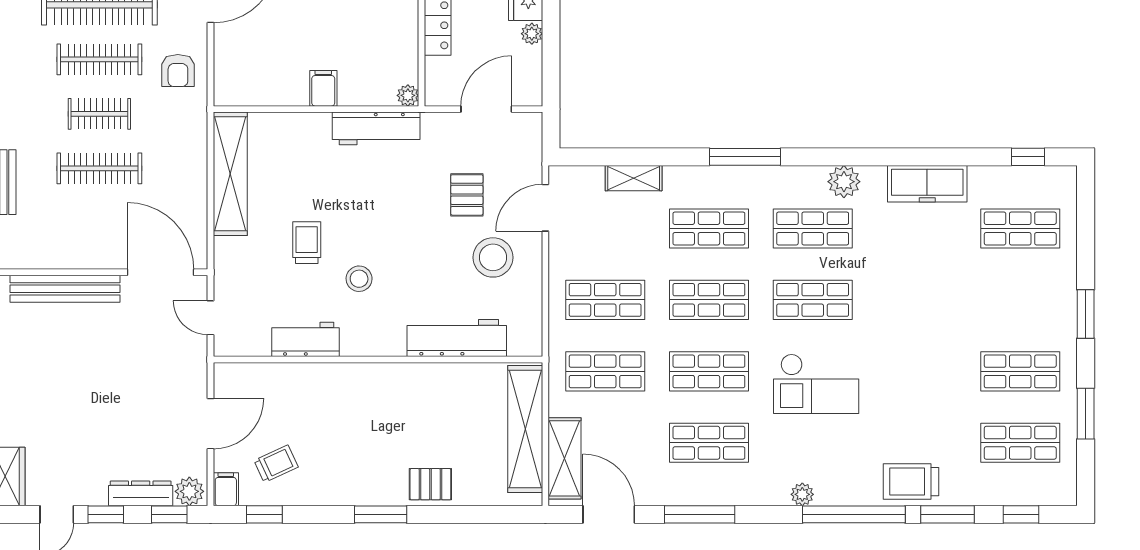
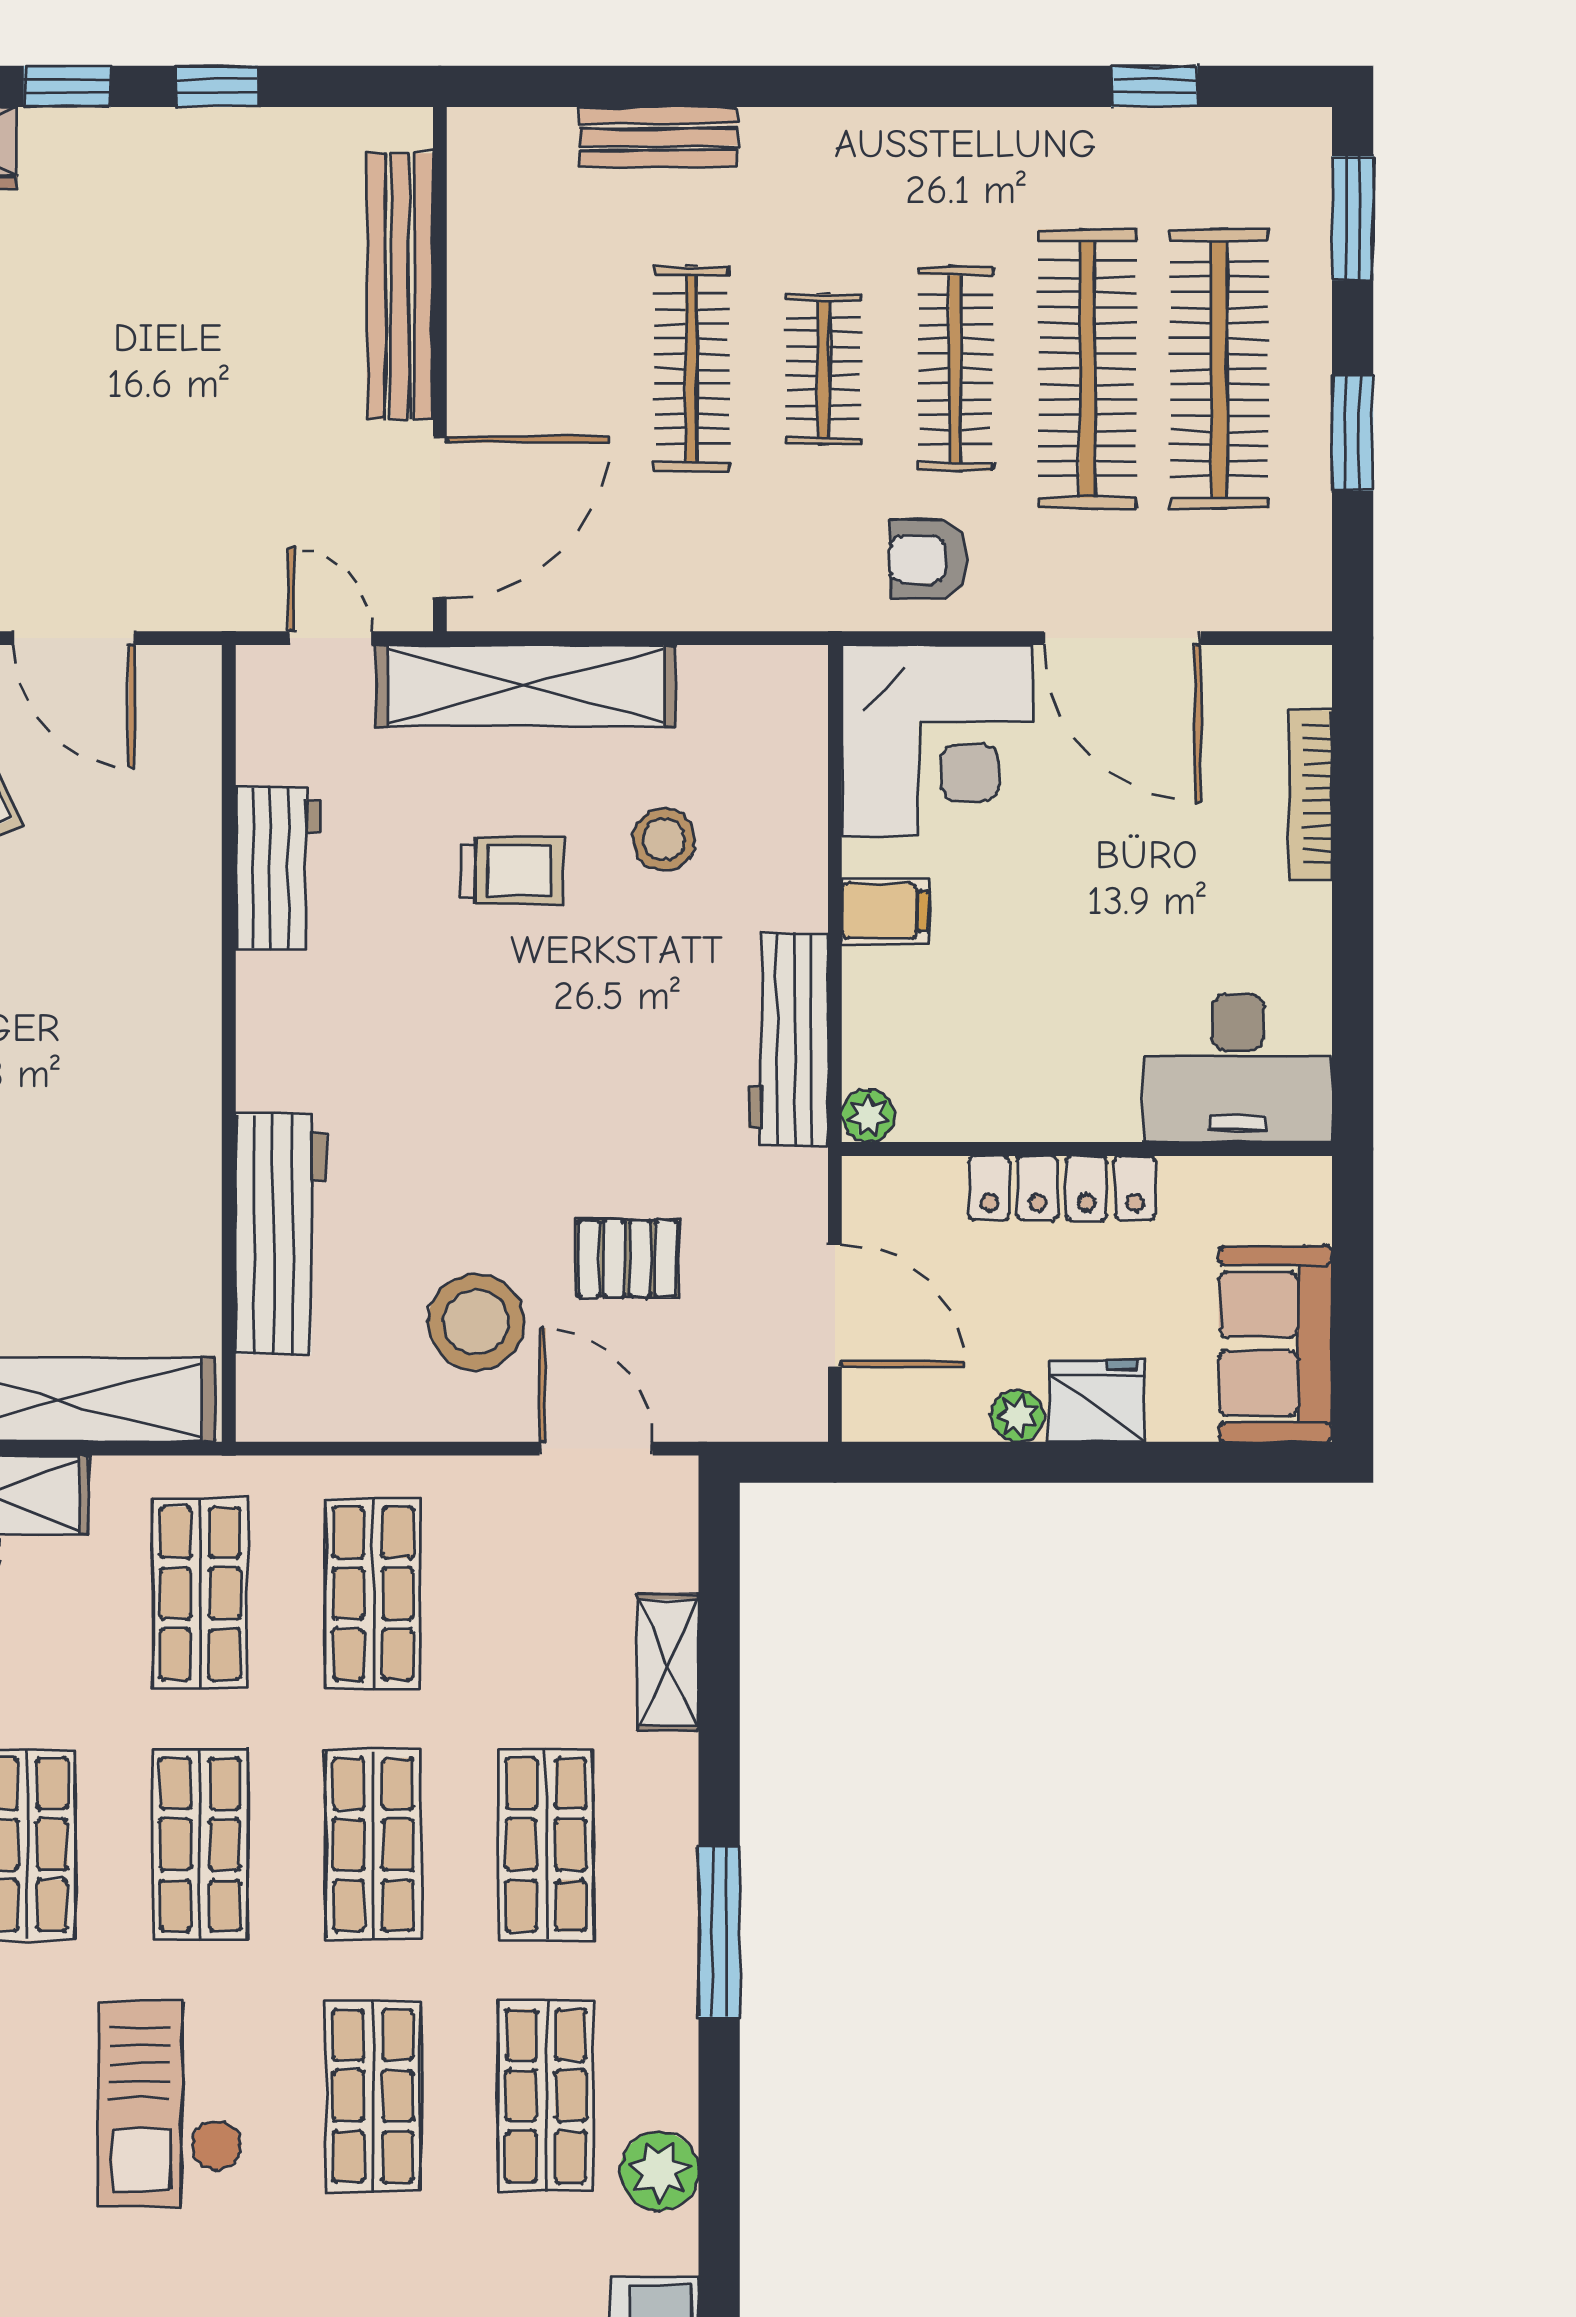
corner desk: (253, 67) -> (937, 740), added
shelving: (230, 174) -> (526, 686), moved
stool: (359, 279) -> (664, 839), moved
door: (210, 318) -> (330, 638), hinge flipped

